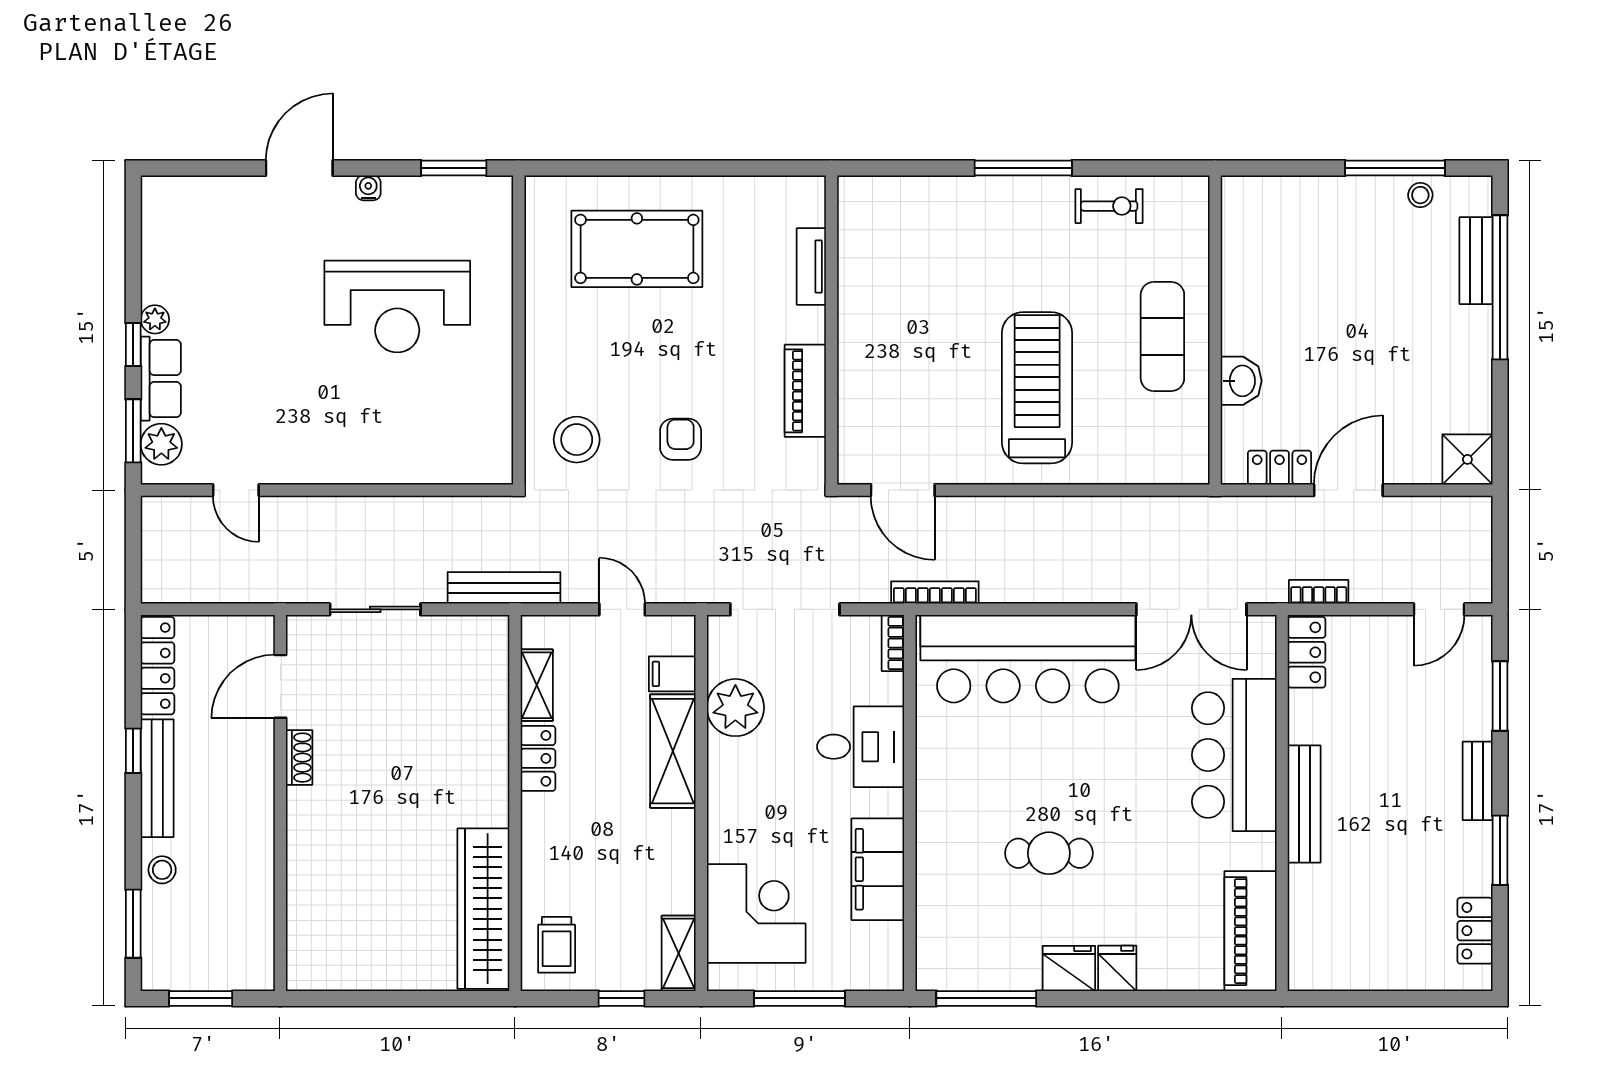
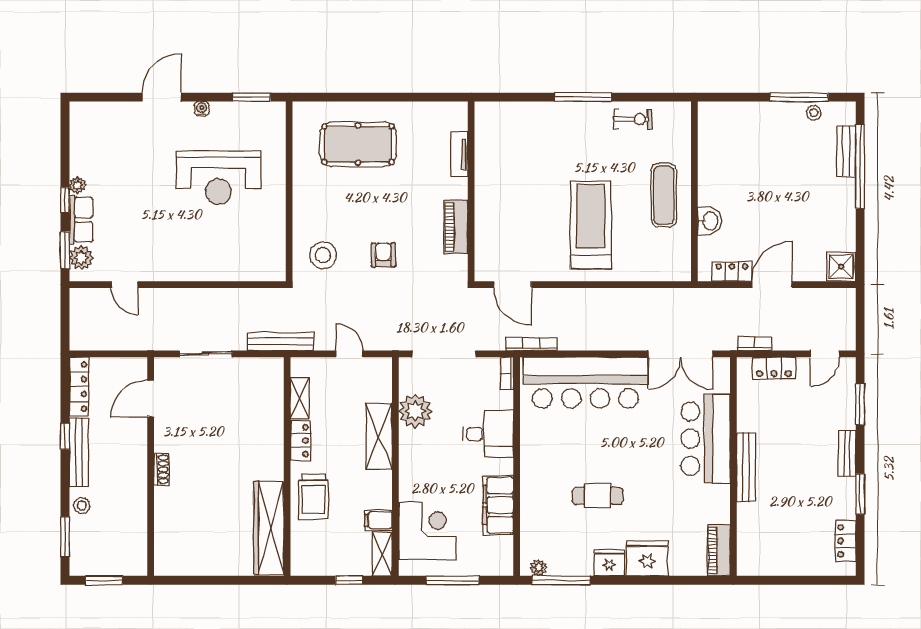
locker: (1307, 652) -> (774, 368), moved, turned 90
filing cabinet: (672, 674) -> (379, 520), moved
shoe rack: (299, 758) -> (161, 469), moved
piano: (1251, 931) -> (719, 550), width x0.73, depth x0.75
trolley: (557, 945) -> (313, 496), moved, width x1.36, depth x1.39
fridge: (1117, 968) -> (647, 558), width x1.88, depth x1.34
plant: (947, 977) -> (538, 568), added

